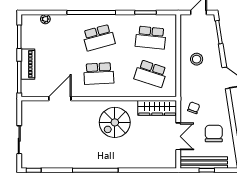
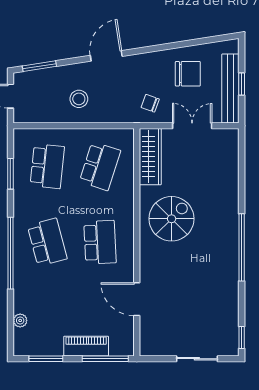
spiral stairs: (115, 122) -> (172, 219), turned -90
chair: (214, 133) -> (188, 74), turned 180

